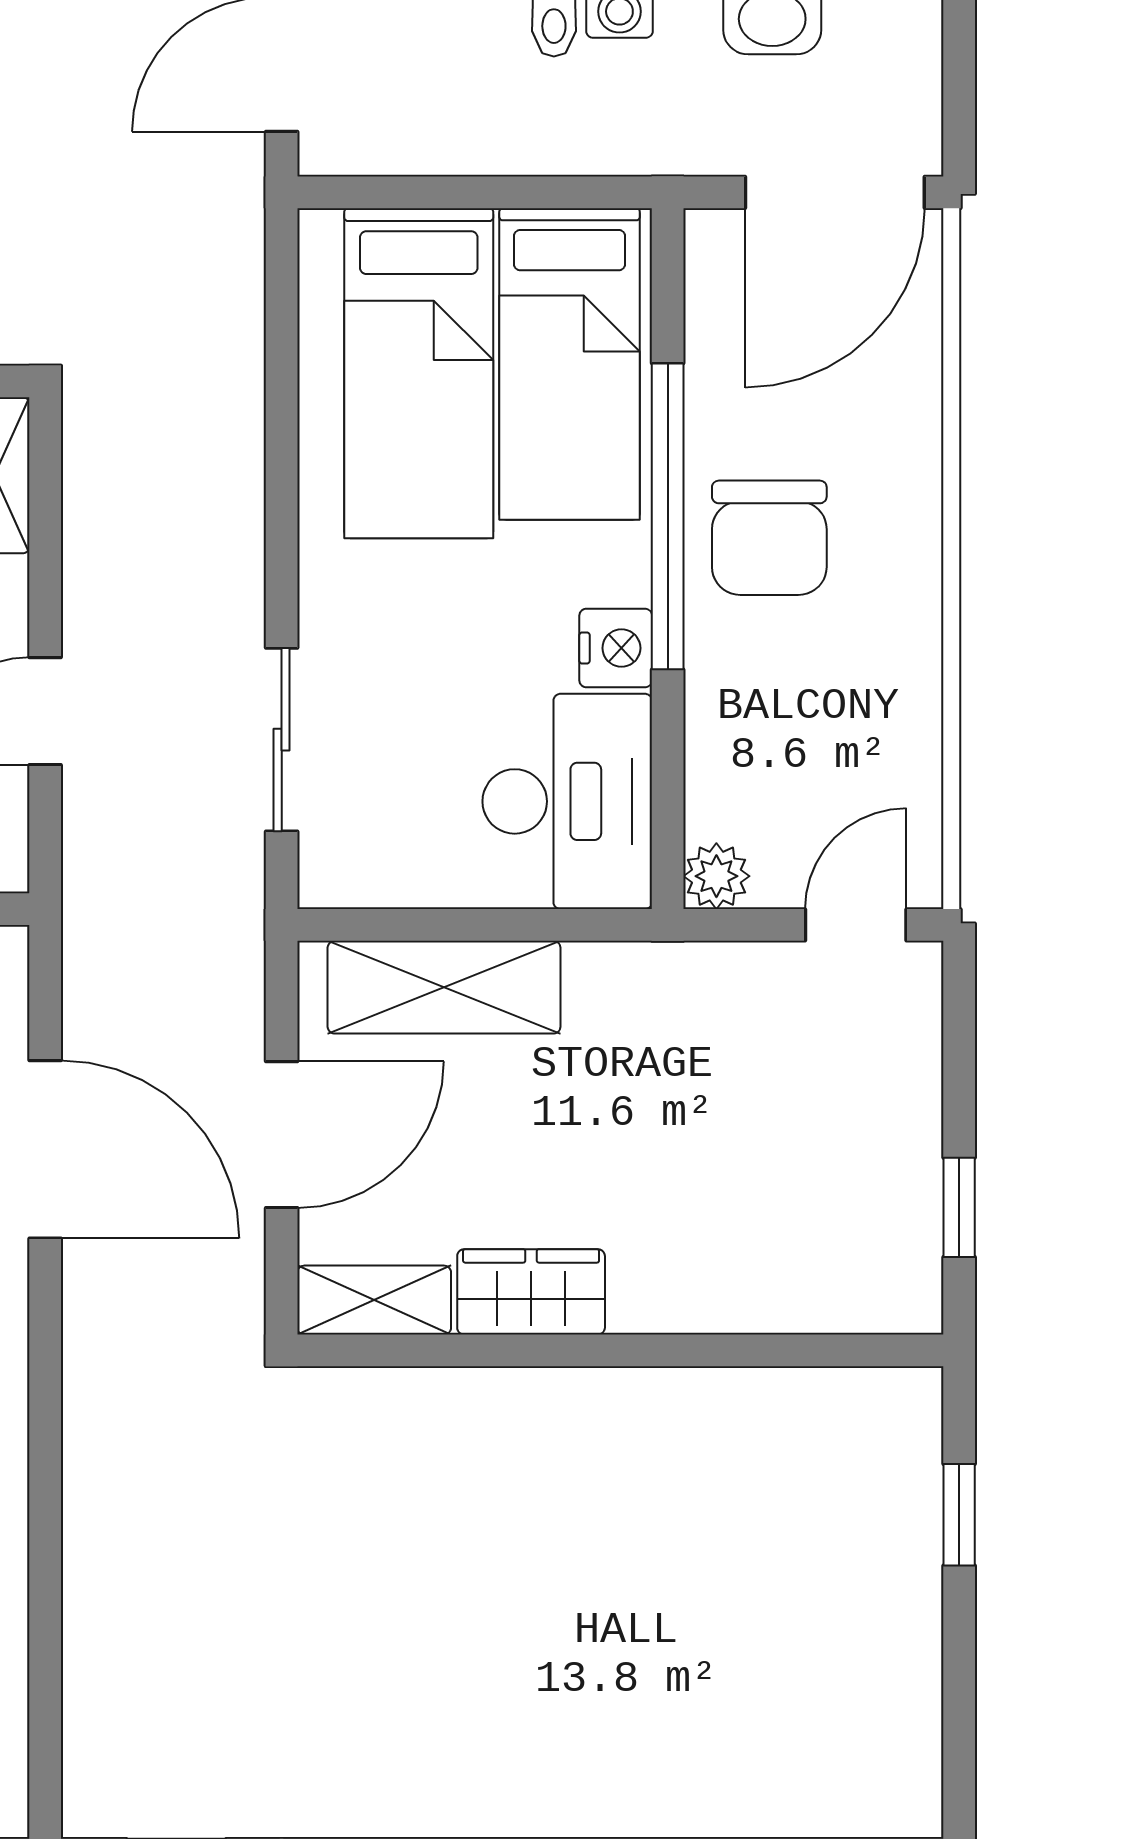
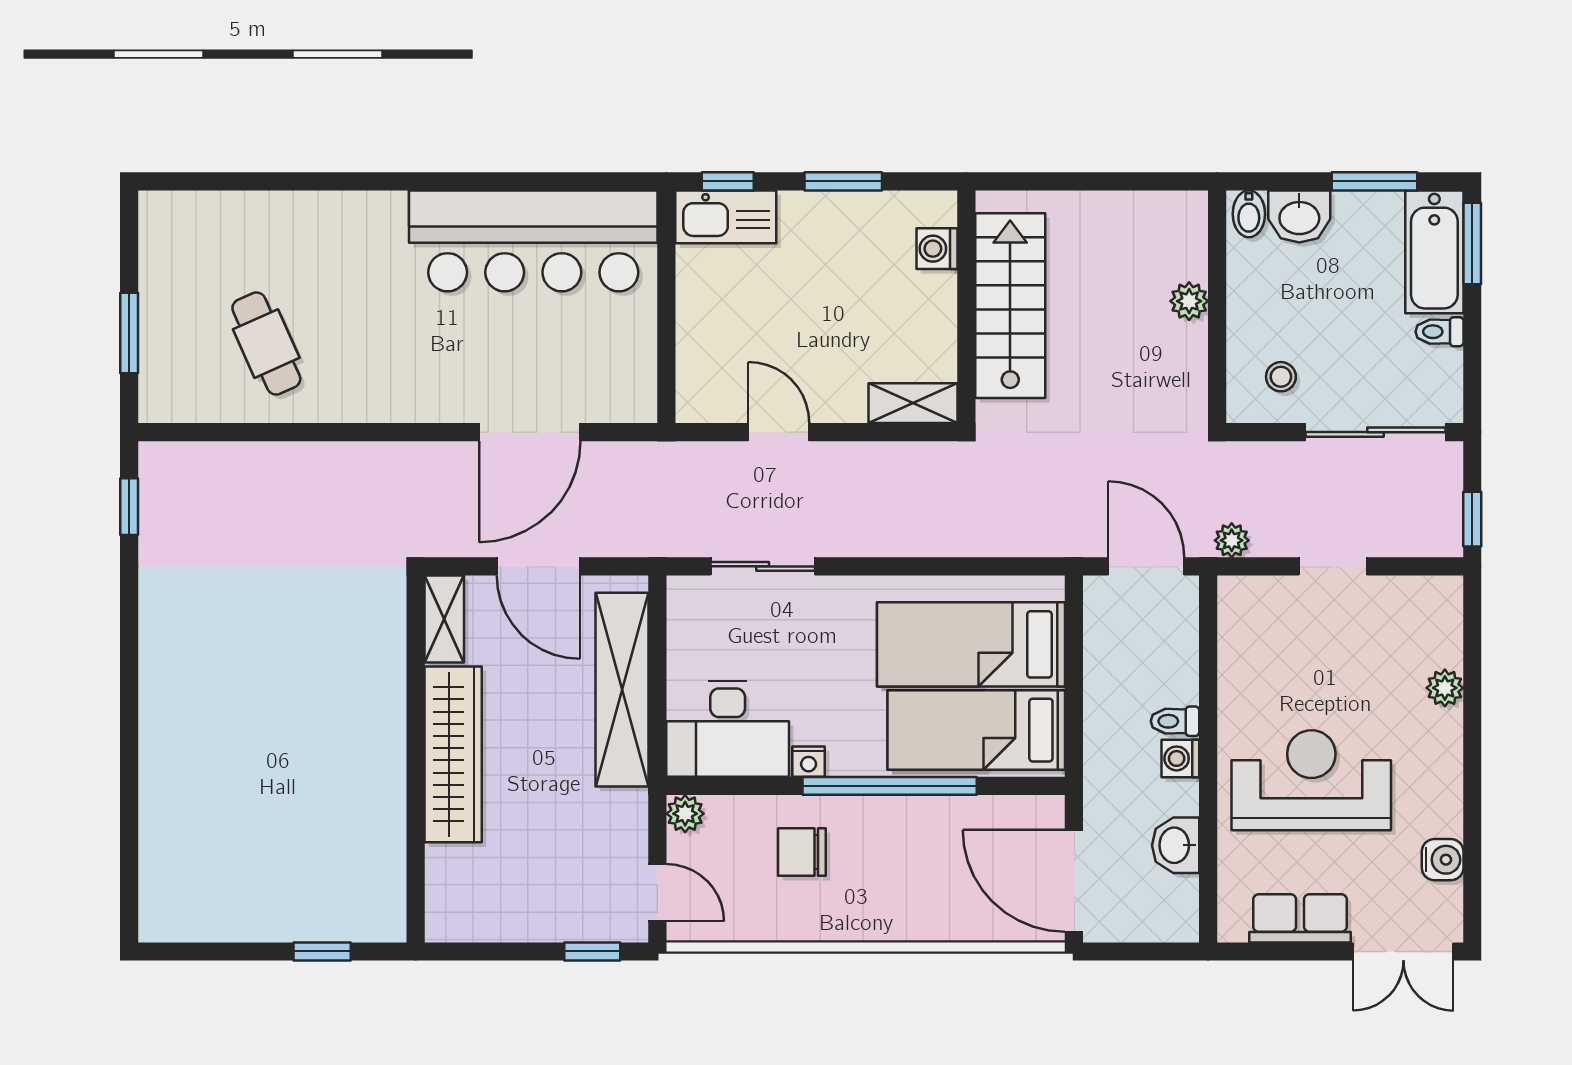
chair: (769, 538) -> (802, 852), moved, width x0.73, depth x0.73
nightstand: (616, 648) -> (809, 762), width x0.72, depth x0.74
shelving: (444, 987) -> (622, 690), width x1.47
window: (959, 1207) -> (592, 951), moved
wardrobe: (531, 1292) -> (453, 754), width x2.10, depth x1.17

